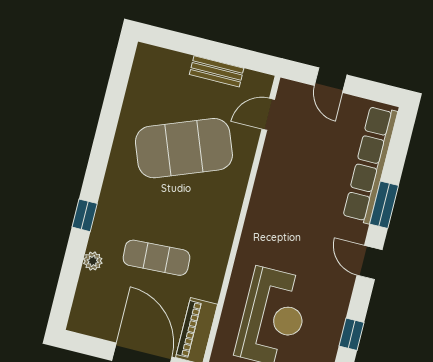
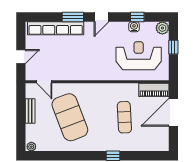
plant: (93, 261) -> (31, 147), moved
water cooler: (334, 323) -> (134, 27), added

